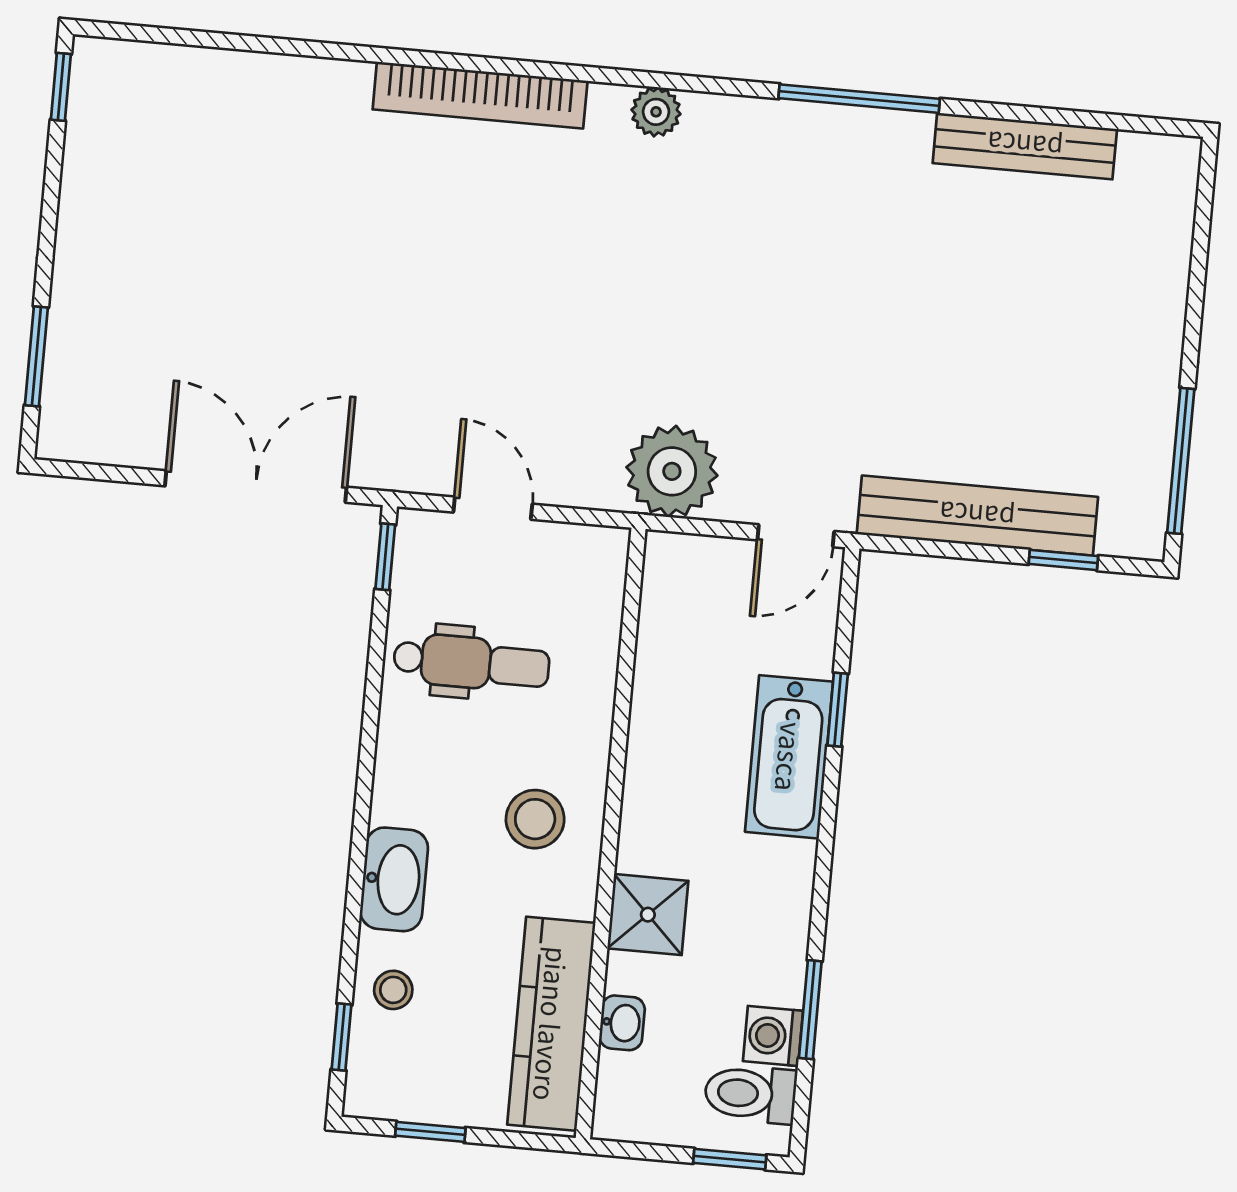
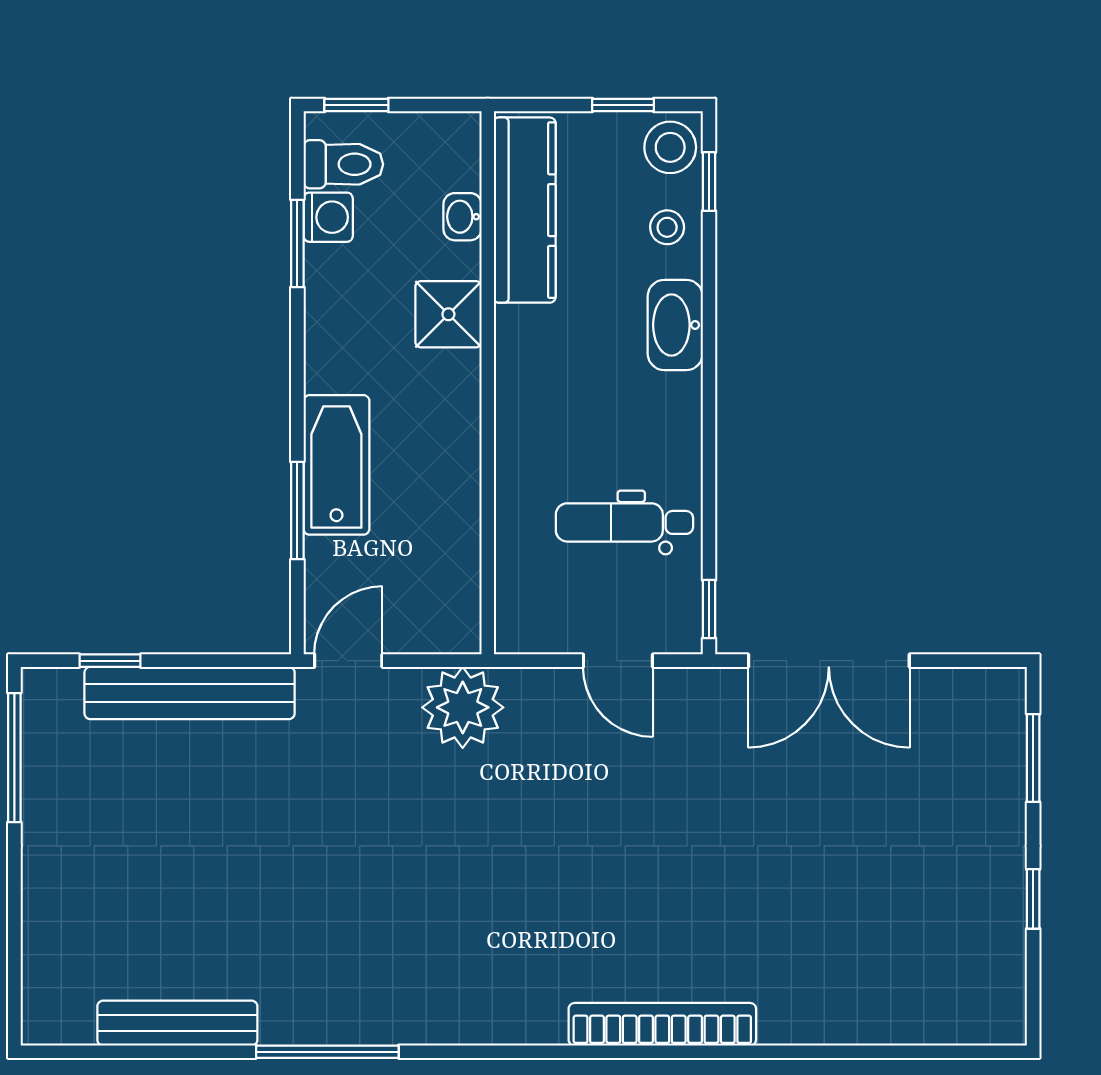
window: (61, 87) -> (1033, 899), moved
plant: (656, 112) -> (506, 1024), removed
window: (838, 710) -> (297, 511), width x1.50
stool: (535, 819) -> (670, 147), moved

